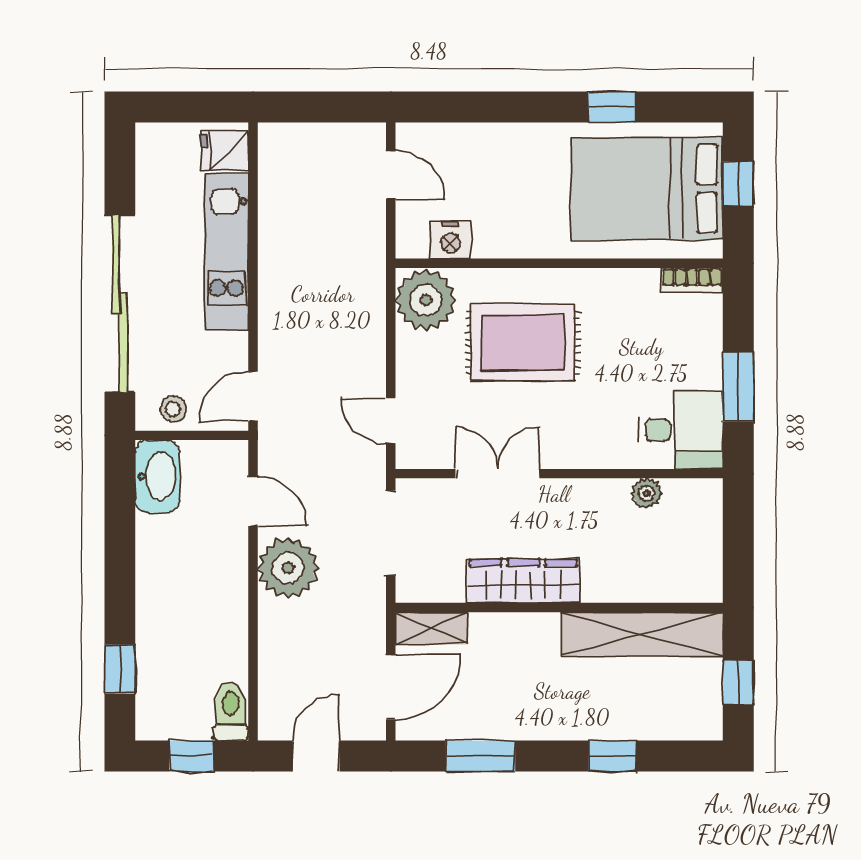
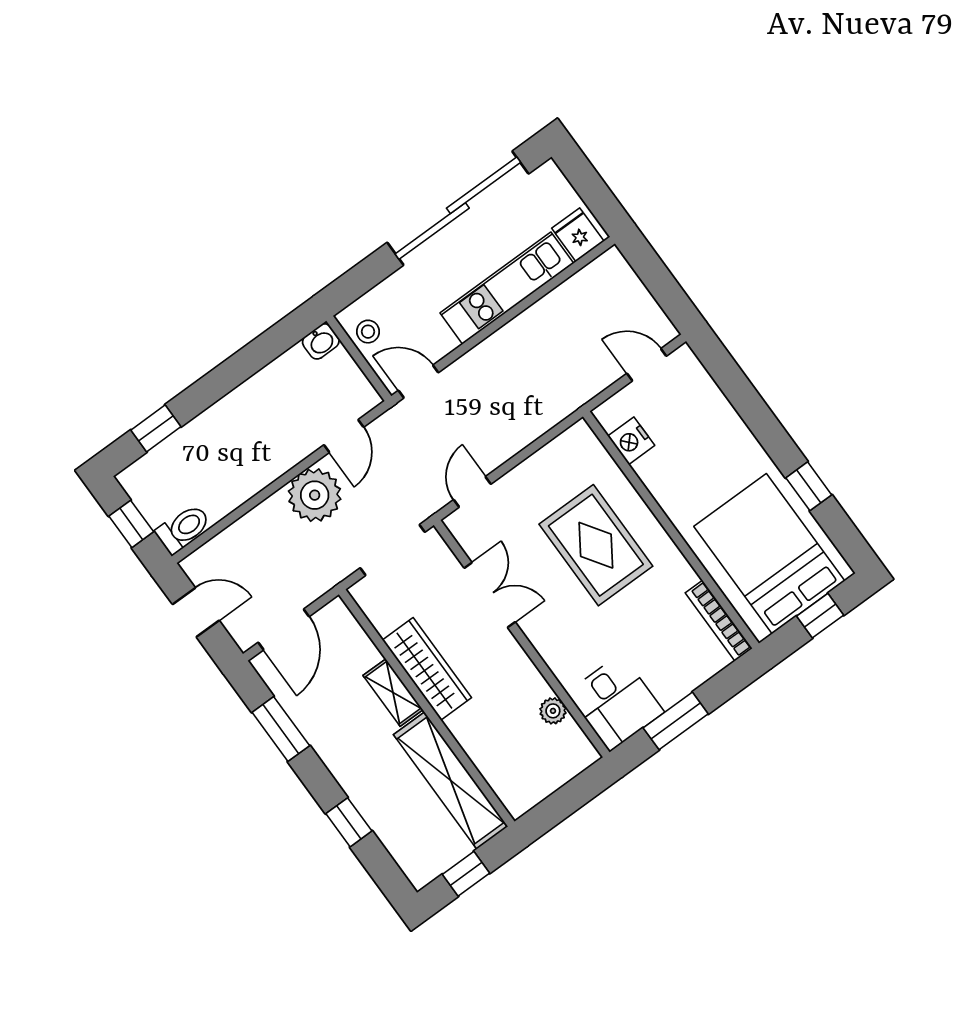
door: (391, 175) -> (647, 365), swing flipped
bookcase: (692, 280) -> (719, 621), width x1.56
plant: (426, 300) -> (576, 454), removed
sliding door: (120, 303) -> (458, 208), moved
washbasin: (157, 476) -> (321, 341), width x0.52, depth x0.69
shelving: (431, 628) -> (393, 693), moved
door: (391, 687) -> (284, 630), hinge flipped

